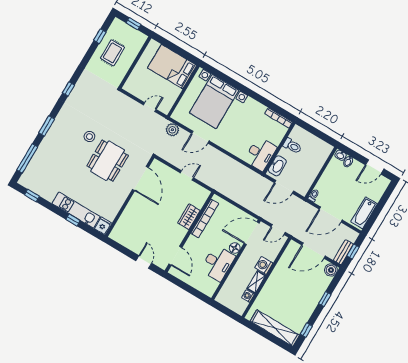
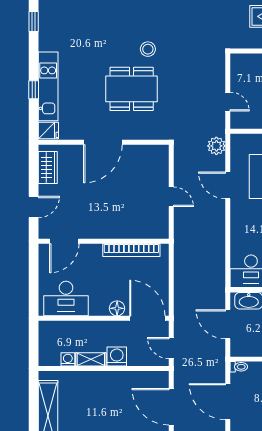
door: (140, 179) -> (103, 142), moved
wardrobe: (189, 217) -> (48, 167), moved, turned 90
desk: (218, 263) -> (66, 299), moved

